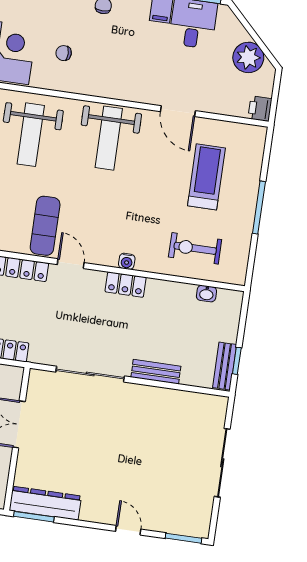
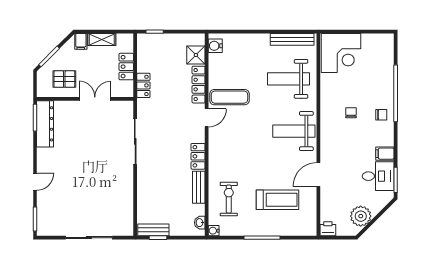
chair: (64, 53) -> (351, 113), moved
water cooler: (127, 261) -> (214, 231), moved
washbasin: (206, 294) -> (200, 223), moved
bench: (156, 372) -> (199, 187), moved

